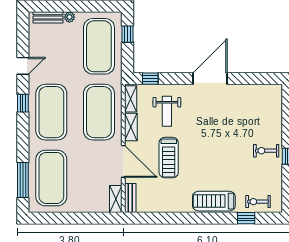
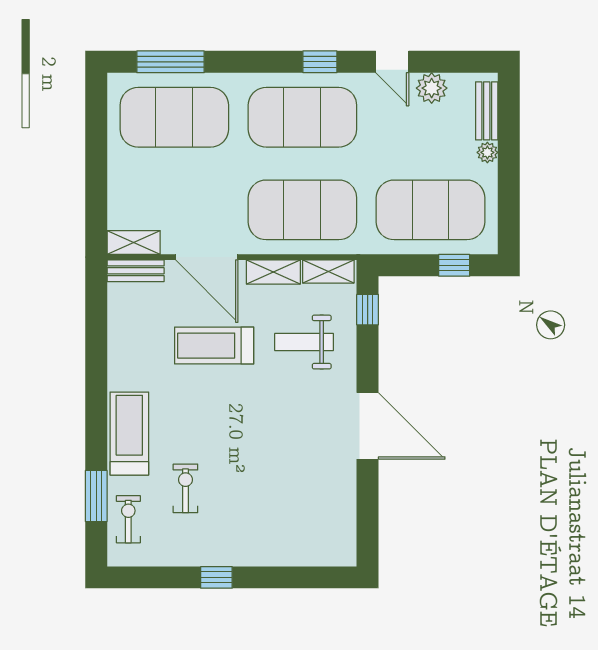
plant: (36, 46) -> (432, 88), added
exercise bike: (266, 151) -> (185, 488), moved
door: (123, 161) -> (207, 257), hinge flipped
window: (246, 218) -> (96, 496), width x1.50

